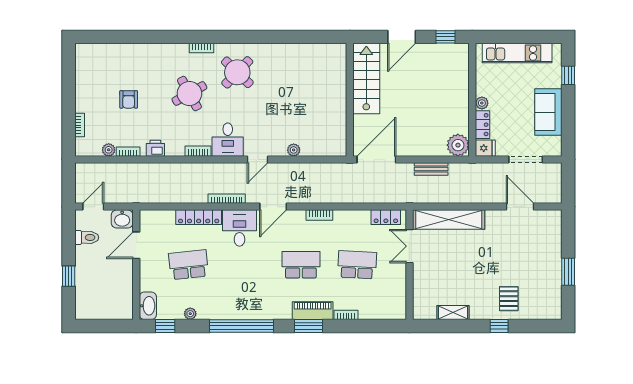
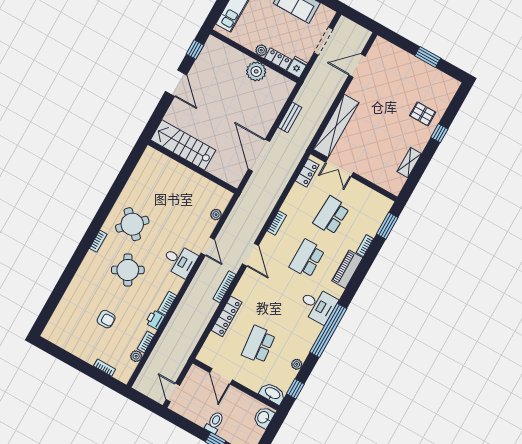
stairs: (366, 79) -> (183, 145), moved
wall: (350, 100) -> (192, 167), moved
plant: (458, 145) -> (256, 71), moved
bookcase: (198, 151) -> (167, 303), moved
washbasin: (122, 219) -> (264, 417), moved, turned 180
desk: (239, 228) -> (318, 305), moved, turned 180
toilet: (87, 237) -> (215, 422), moved
window: (308, 326) -> (387, 226), moved

